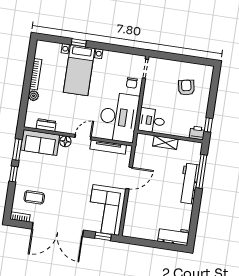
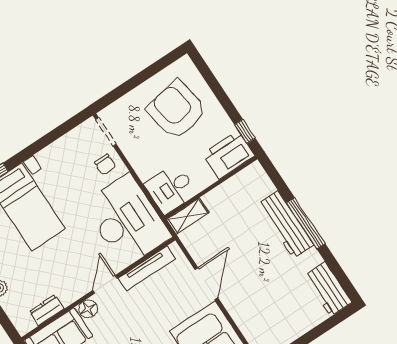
armchair: (186, 87) -> (177, 110), width x1.88, depth x1.88
printer: (197, 133) -> (229, 155), width x1.87, depth x1.48
shelving: (165, 142) -> (188, 216), moved
window: (201, 171) -> (306, 223), moved
workbench: (174, 236) -> (328, 289), moved, turned -90

